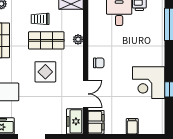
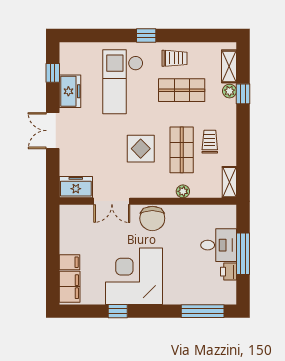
chair: (99, 63) -> (152, 218), width x1.87, depth x1.87
corner desk: (149, 83) -> (134, 276), width x1.36, depth x1.36
filing cabinet: (96, 122) -> (70, 287), moved, turned -90

